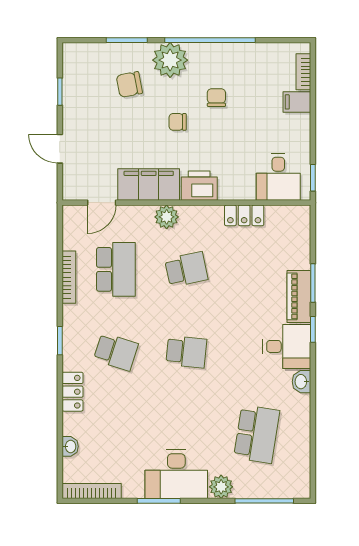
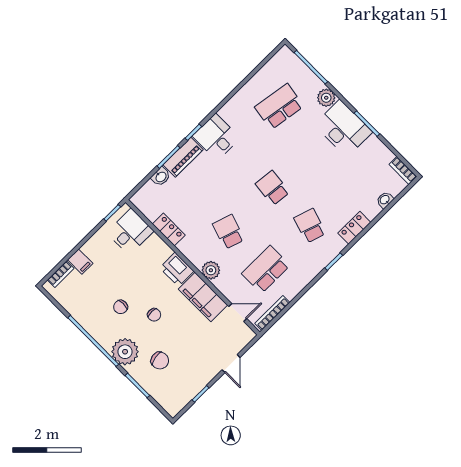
school desk: (186, 269) -> (228, 232), turned 30
bookcase: (69, 277) -> (272, 313), moved
washbasin: (301, 382) -> (161, 177), moved
bookcase: (92, 491) -> (403, 170), width x0.64

